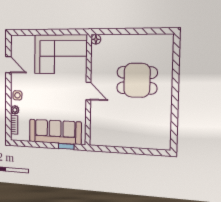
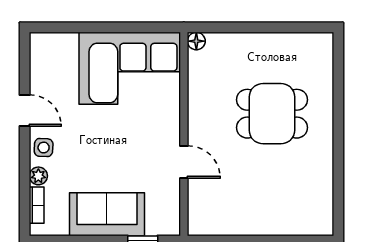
door: (8, 65) -> (25, 110), moved
door: (88, 91) -> (184, 162), moved
sofa: (55, 132) -> (107, 214), width x0.73

